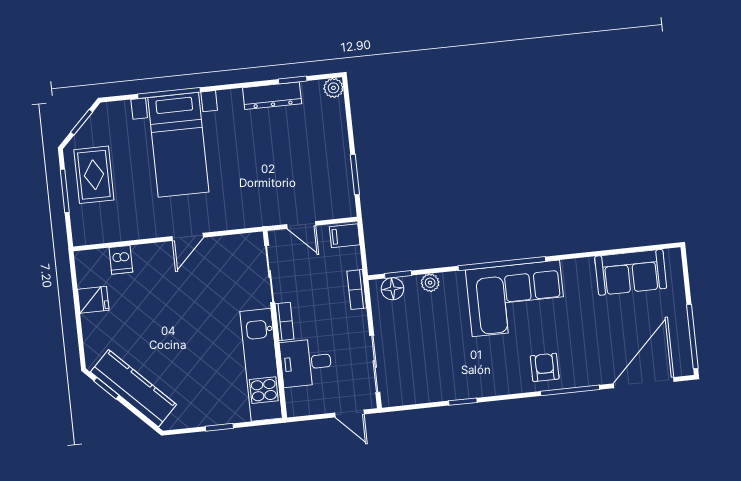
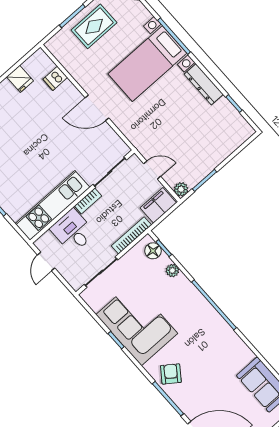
plant: (333, 88) -> (181, 189), moved
dresser: (272, 96) -> (204, 84), moved
door: (301, 225) -> (152, 170), swing flipped
filing cabinet: (345, 236) -> (158, 205), width x2.00
door: (188, 237) -> (97, 108), width x1.37
bookcase: (357, 290) -> (131, 235), width x1.56
corner sofa: (516, 298) -> (137, 324), moved, turned 180
armchair: (545, 367) -> (171, 374), turned -54
door: (349, 414) -> (46, 261), moved

